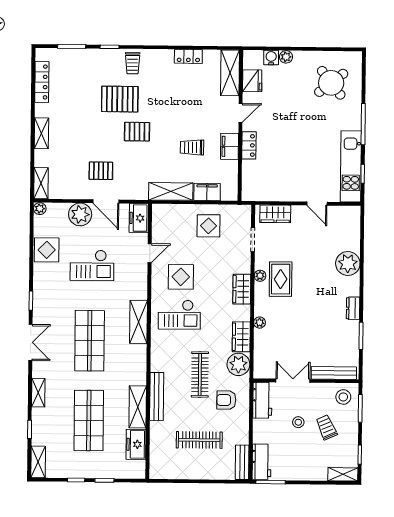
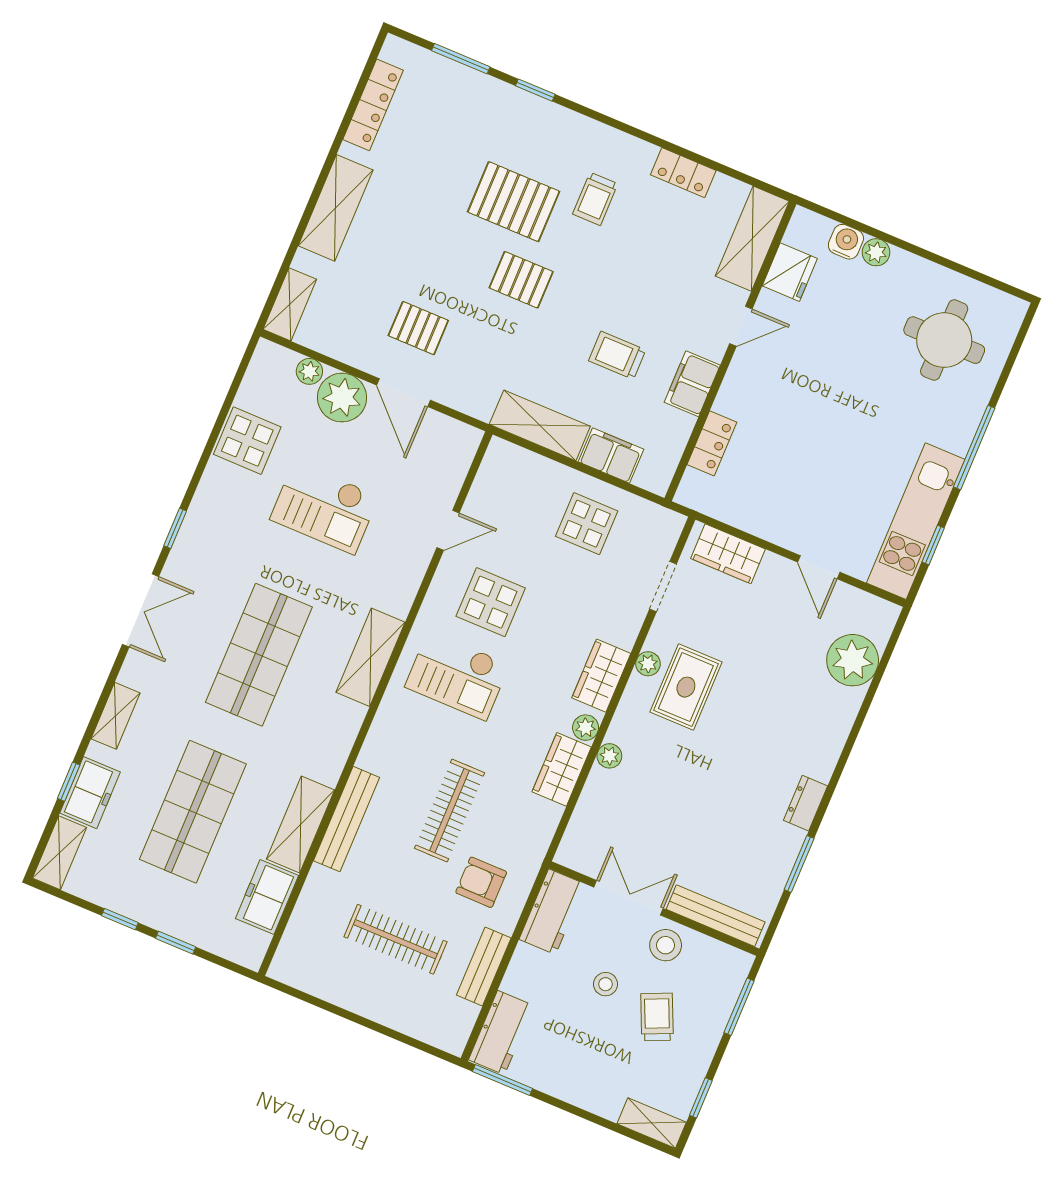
trolley: (133, 63) -> (595, 199), moved
round table: (331, 83) -> (944, 340), turned 38
shelving: (41, 133) -> (336, 208), width x1.50, depth x1.33
locker: (249, 145) -> (712, 443), moved
plant: (40, 209) -> (309, 371), moved
freezer: (139, 218) -> (90, 793), moved, turned 180
plant: (348, 263) -> (853, 660), moved
plant: (238, 364) -> (586, 728), moved, width x0.53, depth x0.53
stool: (343, 397) -> (666, 945), moved
bench: (242, 462) -> (484, 967), moved

